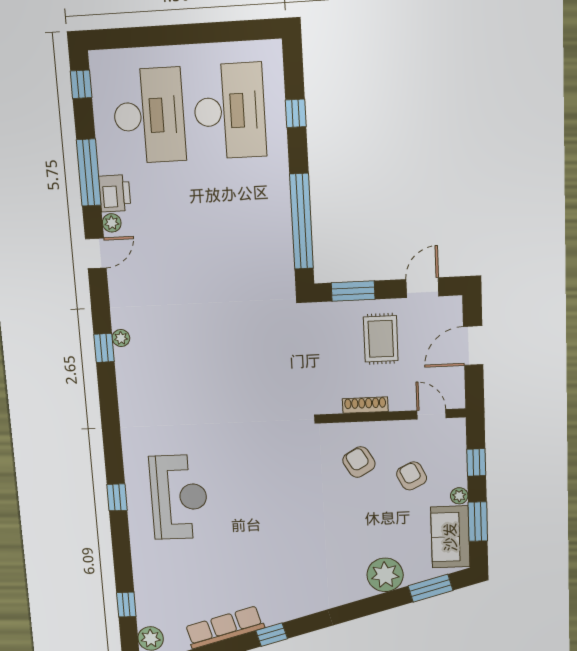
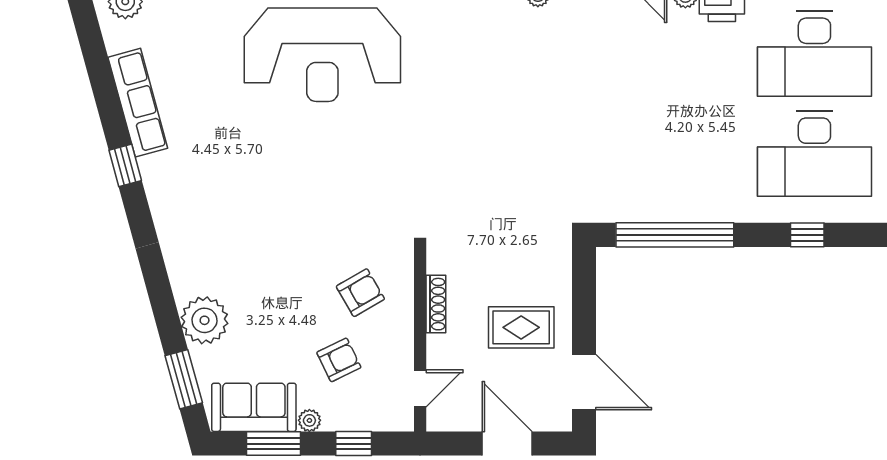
door: (422, 288) -> (584, 382), width x1.38
window: (353, 291) -> (584, 295), removed
reception desk: (179, 497) -> (322, 55), width x1.36, depth x1.30

